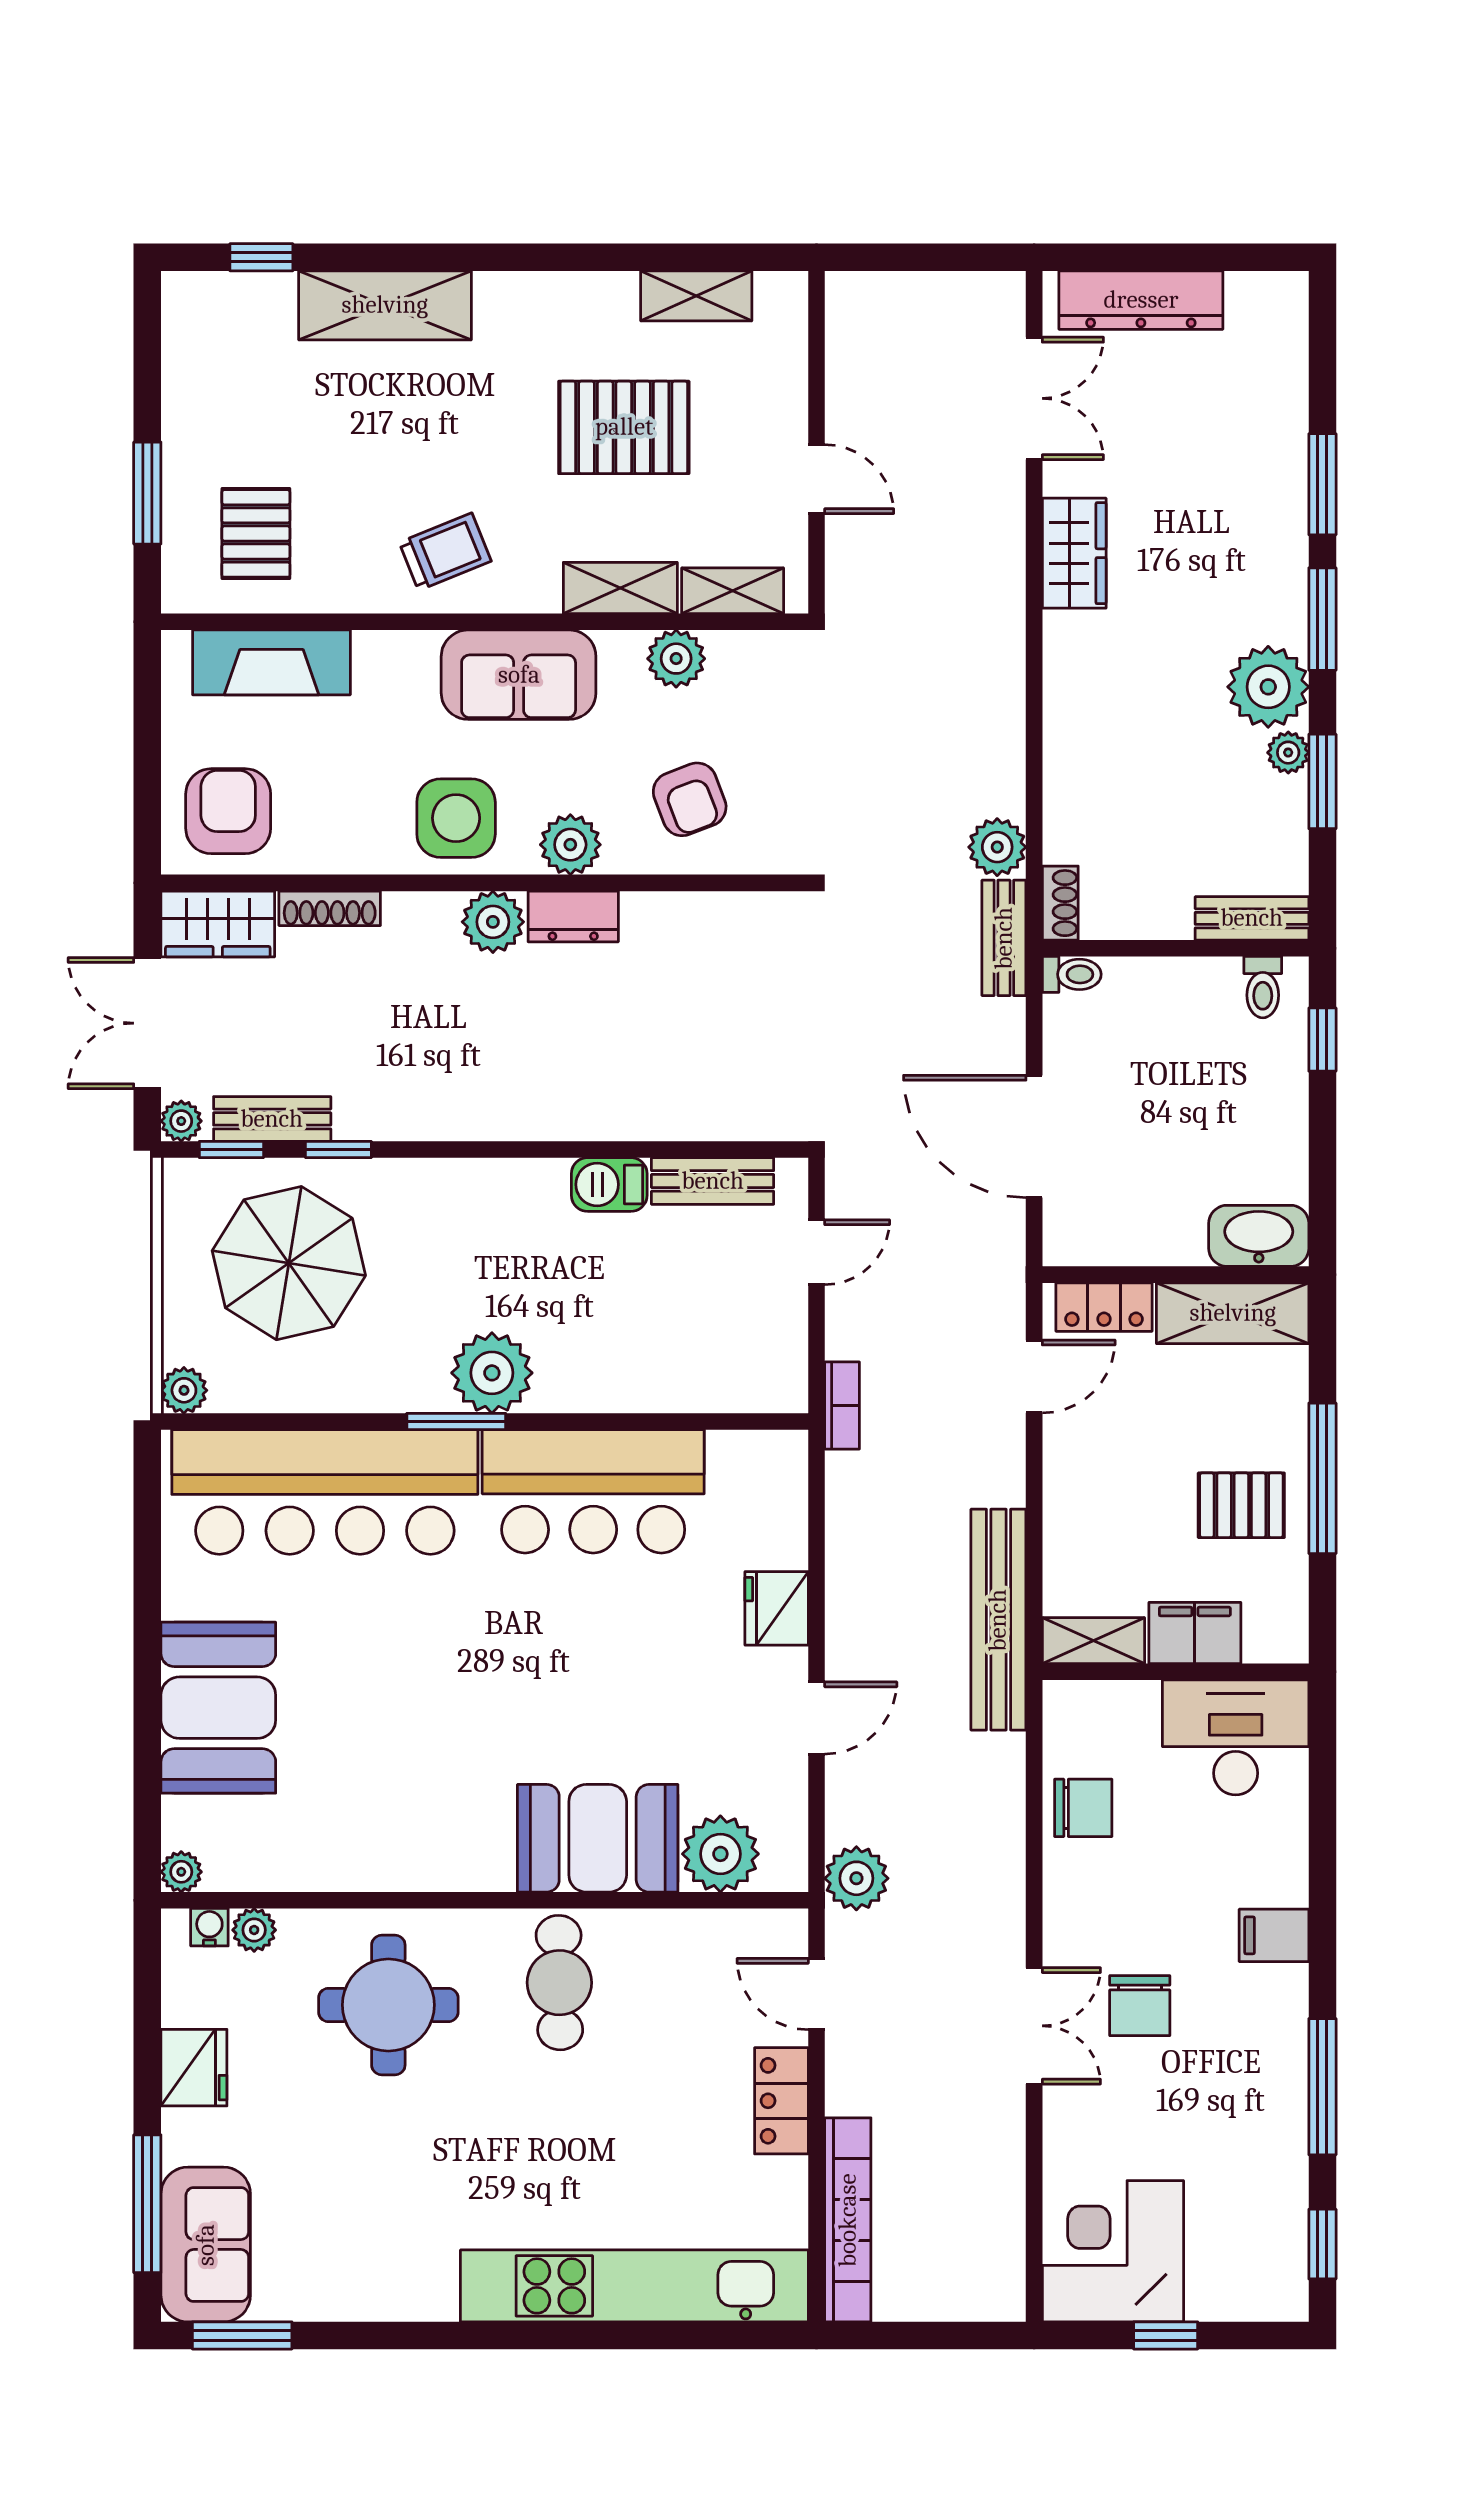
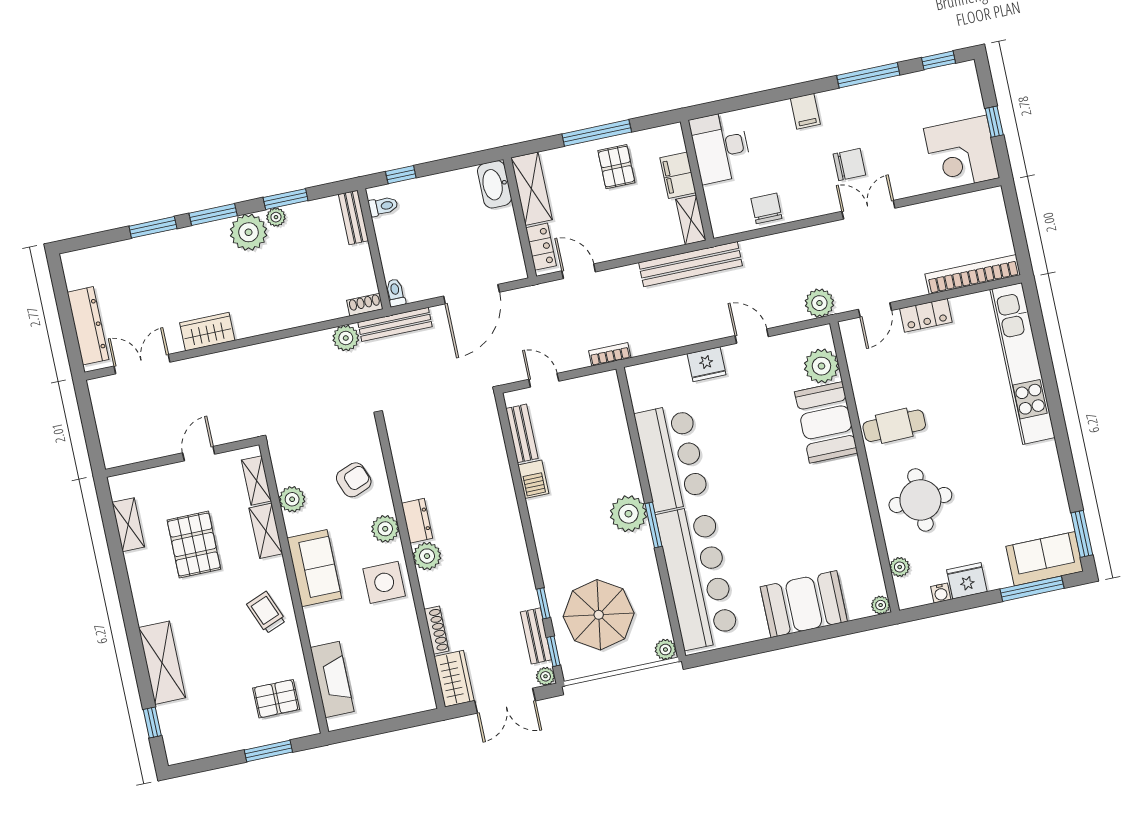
armchair: (228, 811) -> (403, 685), removed
bench: (1004, 938) -> (395, 324), width x1.36
water cooler: (209, 1927) -> (941, 593), moved, turned -90

